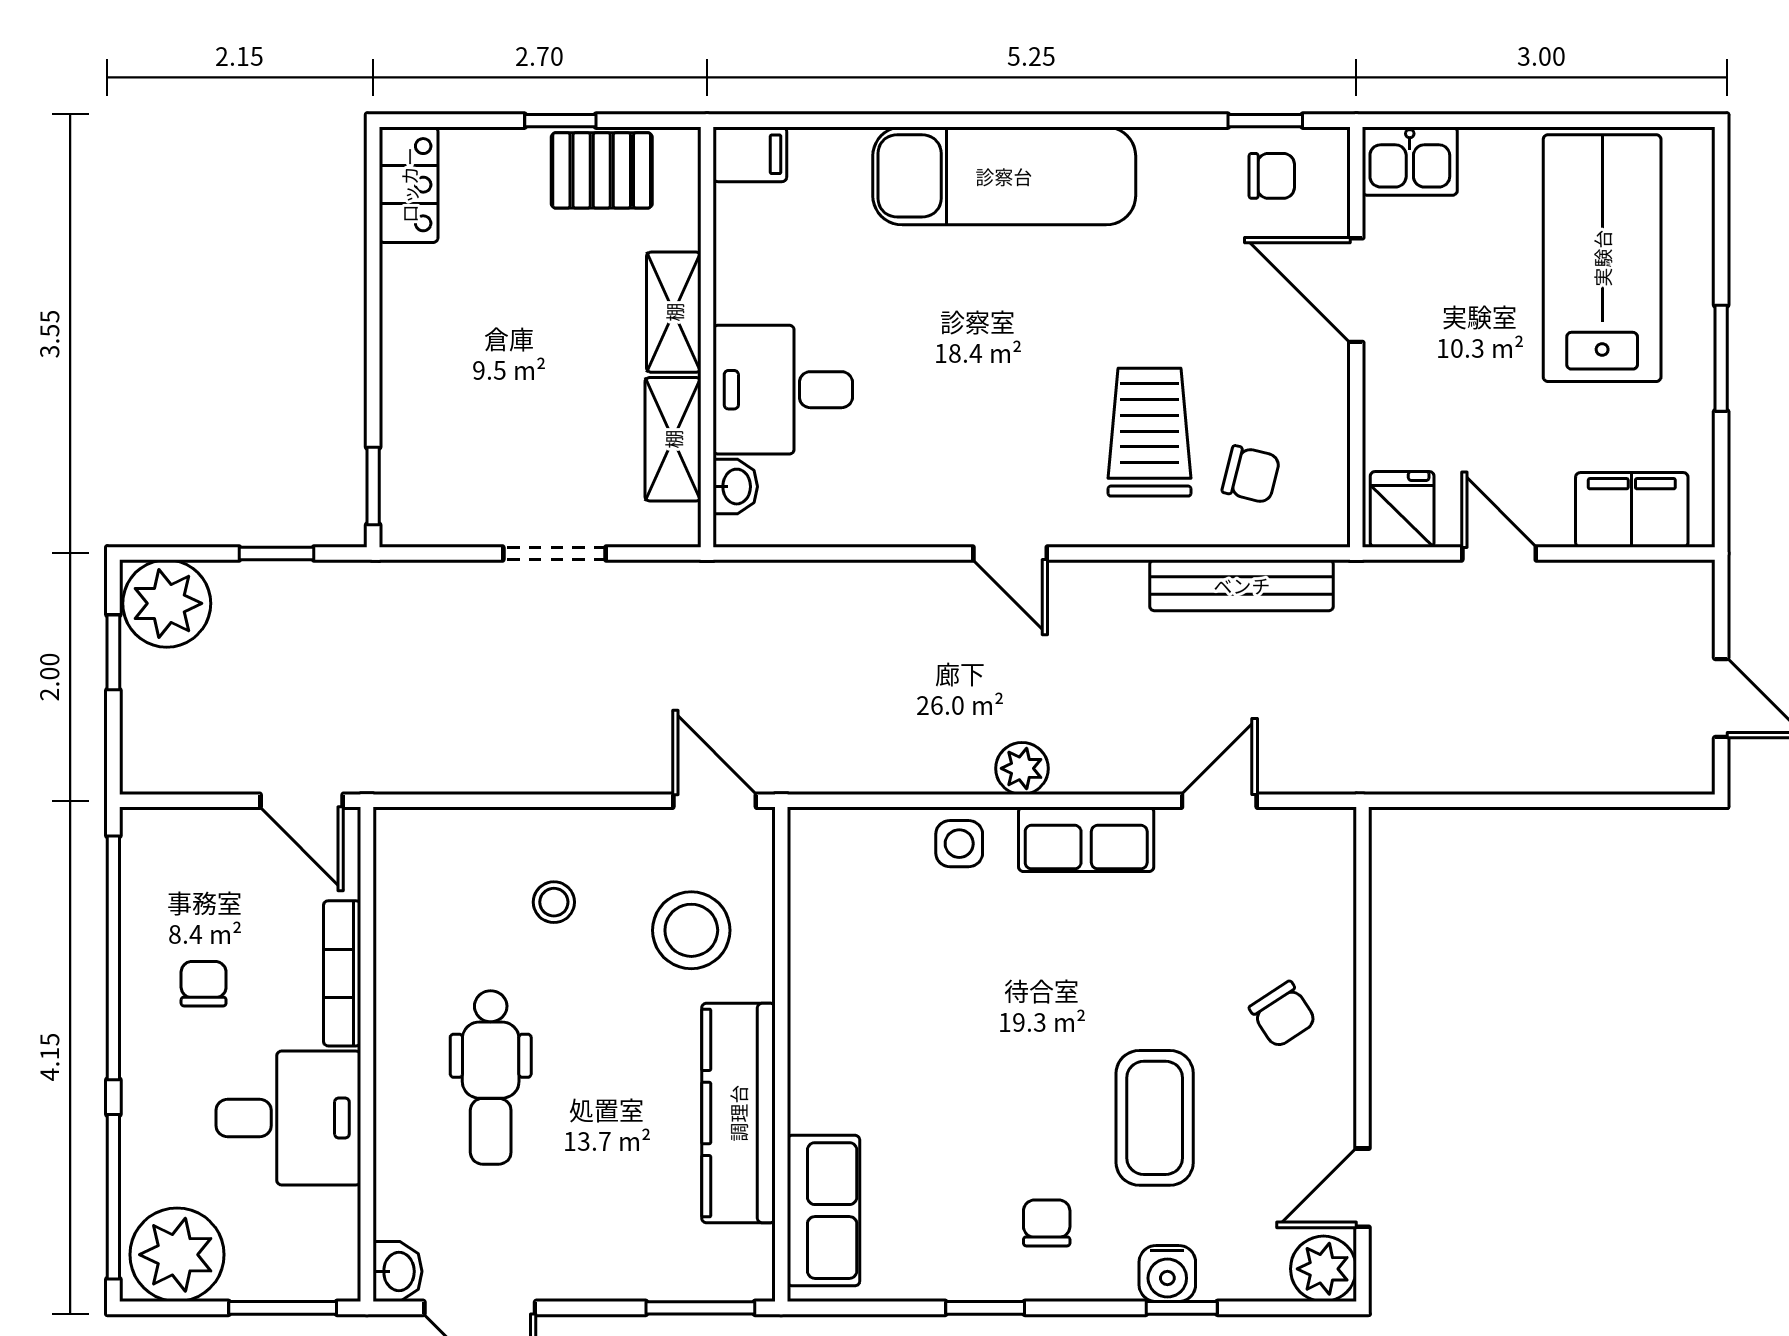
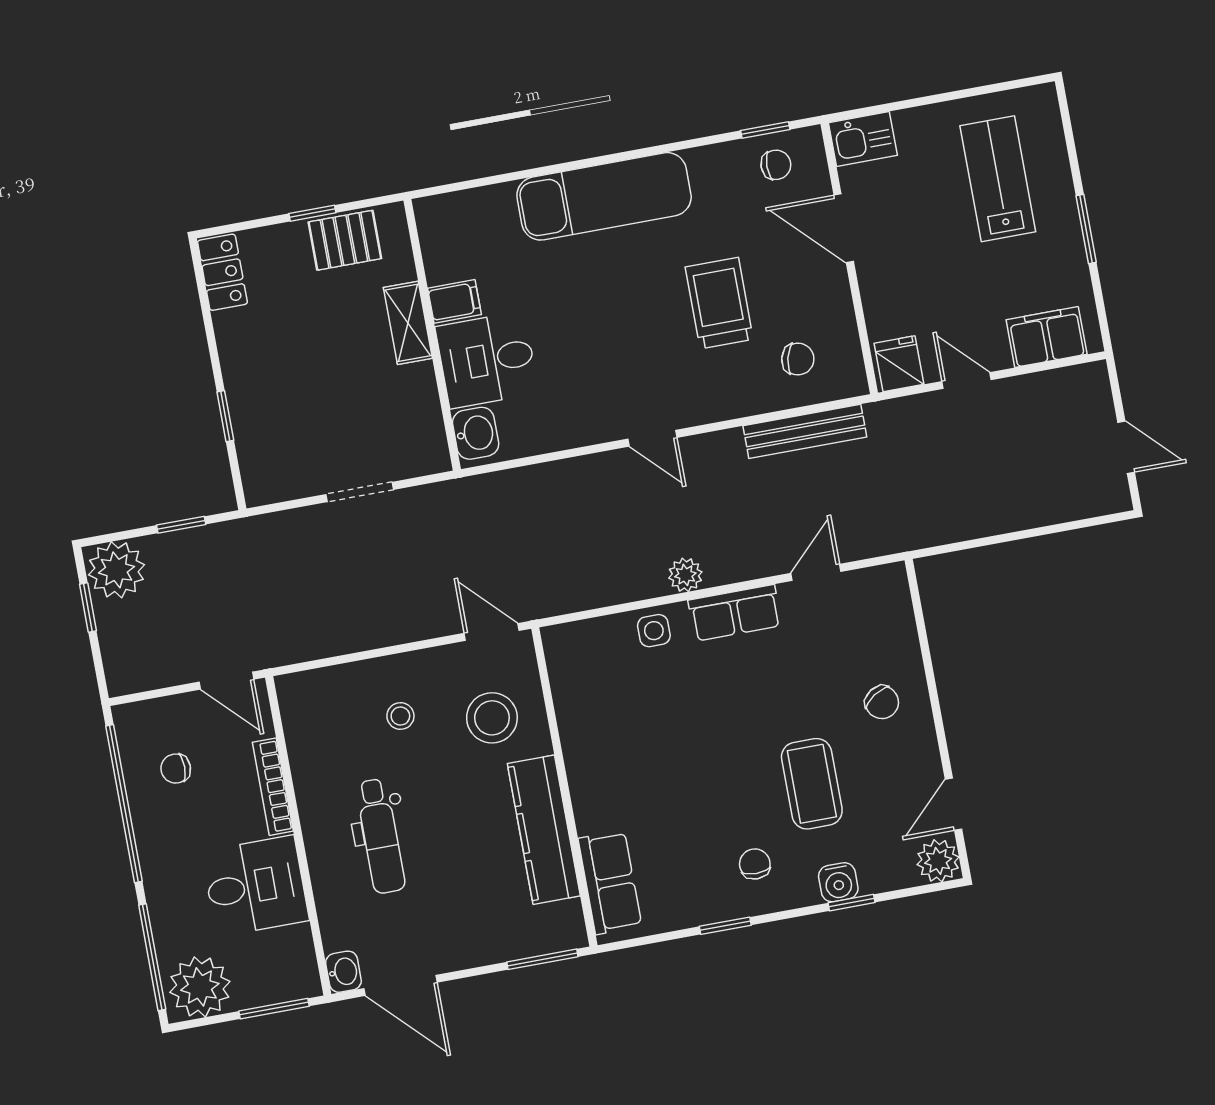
filing cabinet: (750, 154) -> (454, 301), moved
lab bench: (1602, 258) -> (998, 179), width x0.73, depth x0.72
trolley: (1149, 432) -> (719, 303), moved
shelving: (673, 439) -> (422, 405), removed
window: (373, 486) -> (225, 416), moved
washbasin: (735, 487) -> (476, 433), width x1.38, depth x1.45
chair: (204, 984) -> (176, 769), moved, turned -90

